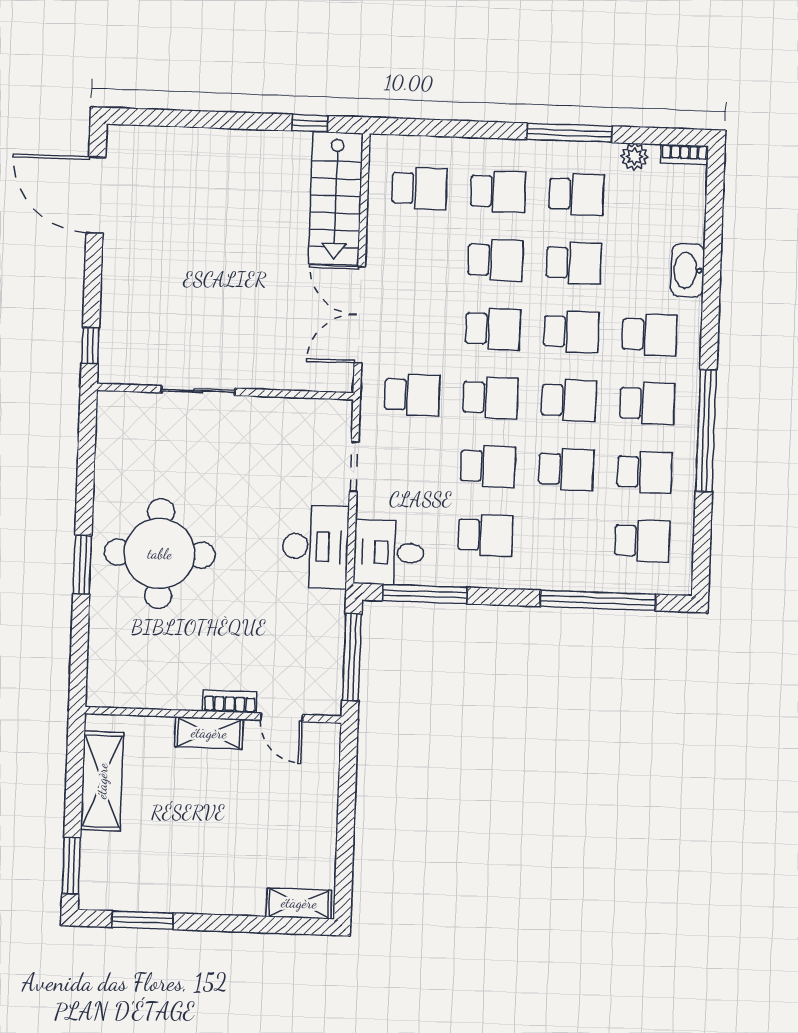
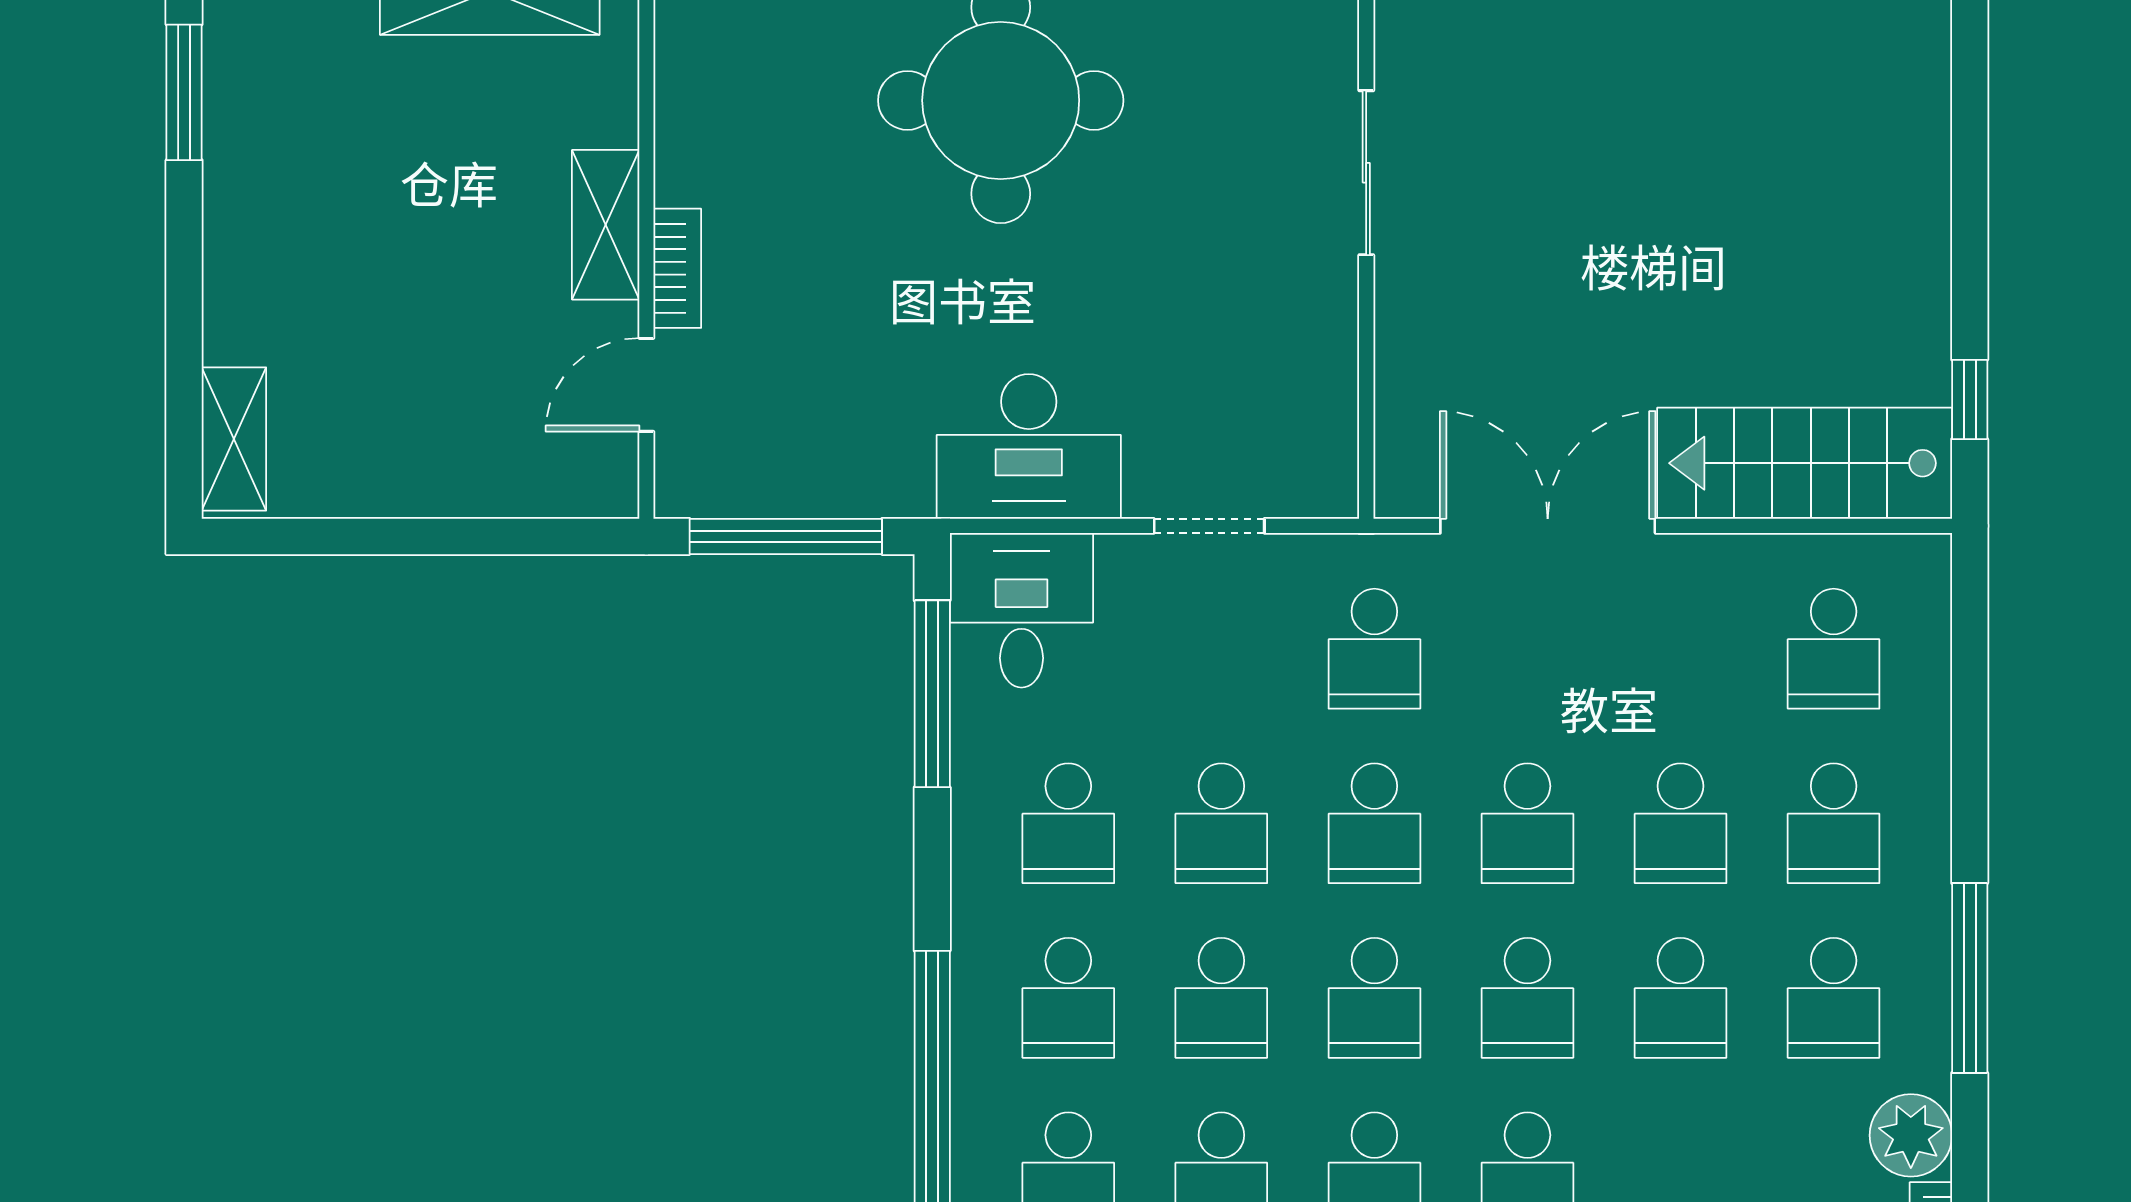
plant: (634, 157) -> (1911, 1135), width x1.38, depth x1.38
school desk: (564, 538) -> (1068, 998), added

